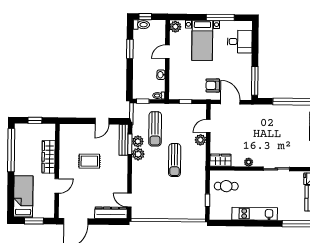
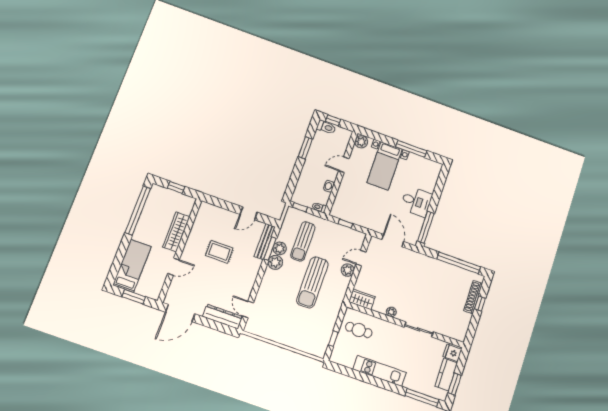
desk: (240, 42) -> (416, 202), moved
armchair: (213, 85) -> (380, 217), removed
sun lounger: (175, 160) -> (312, 282), width x1.36, depth x1.34

